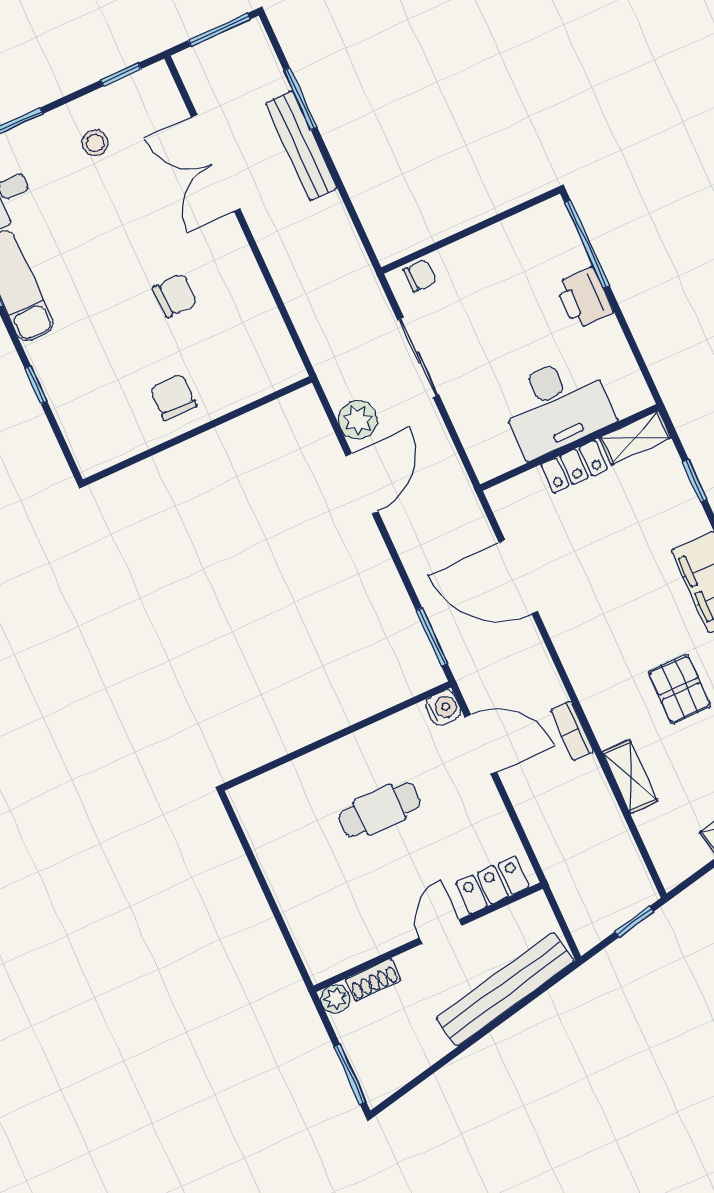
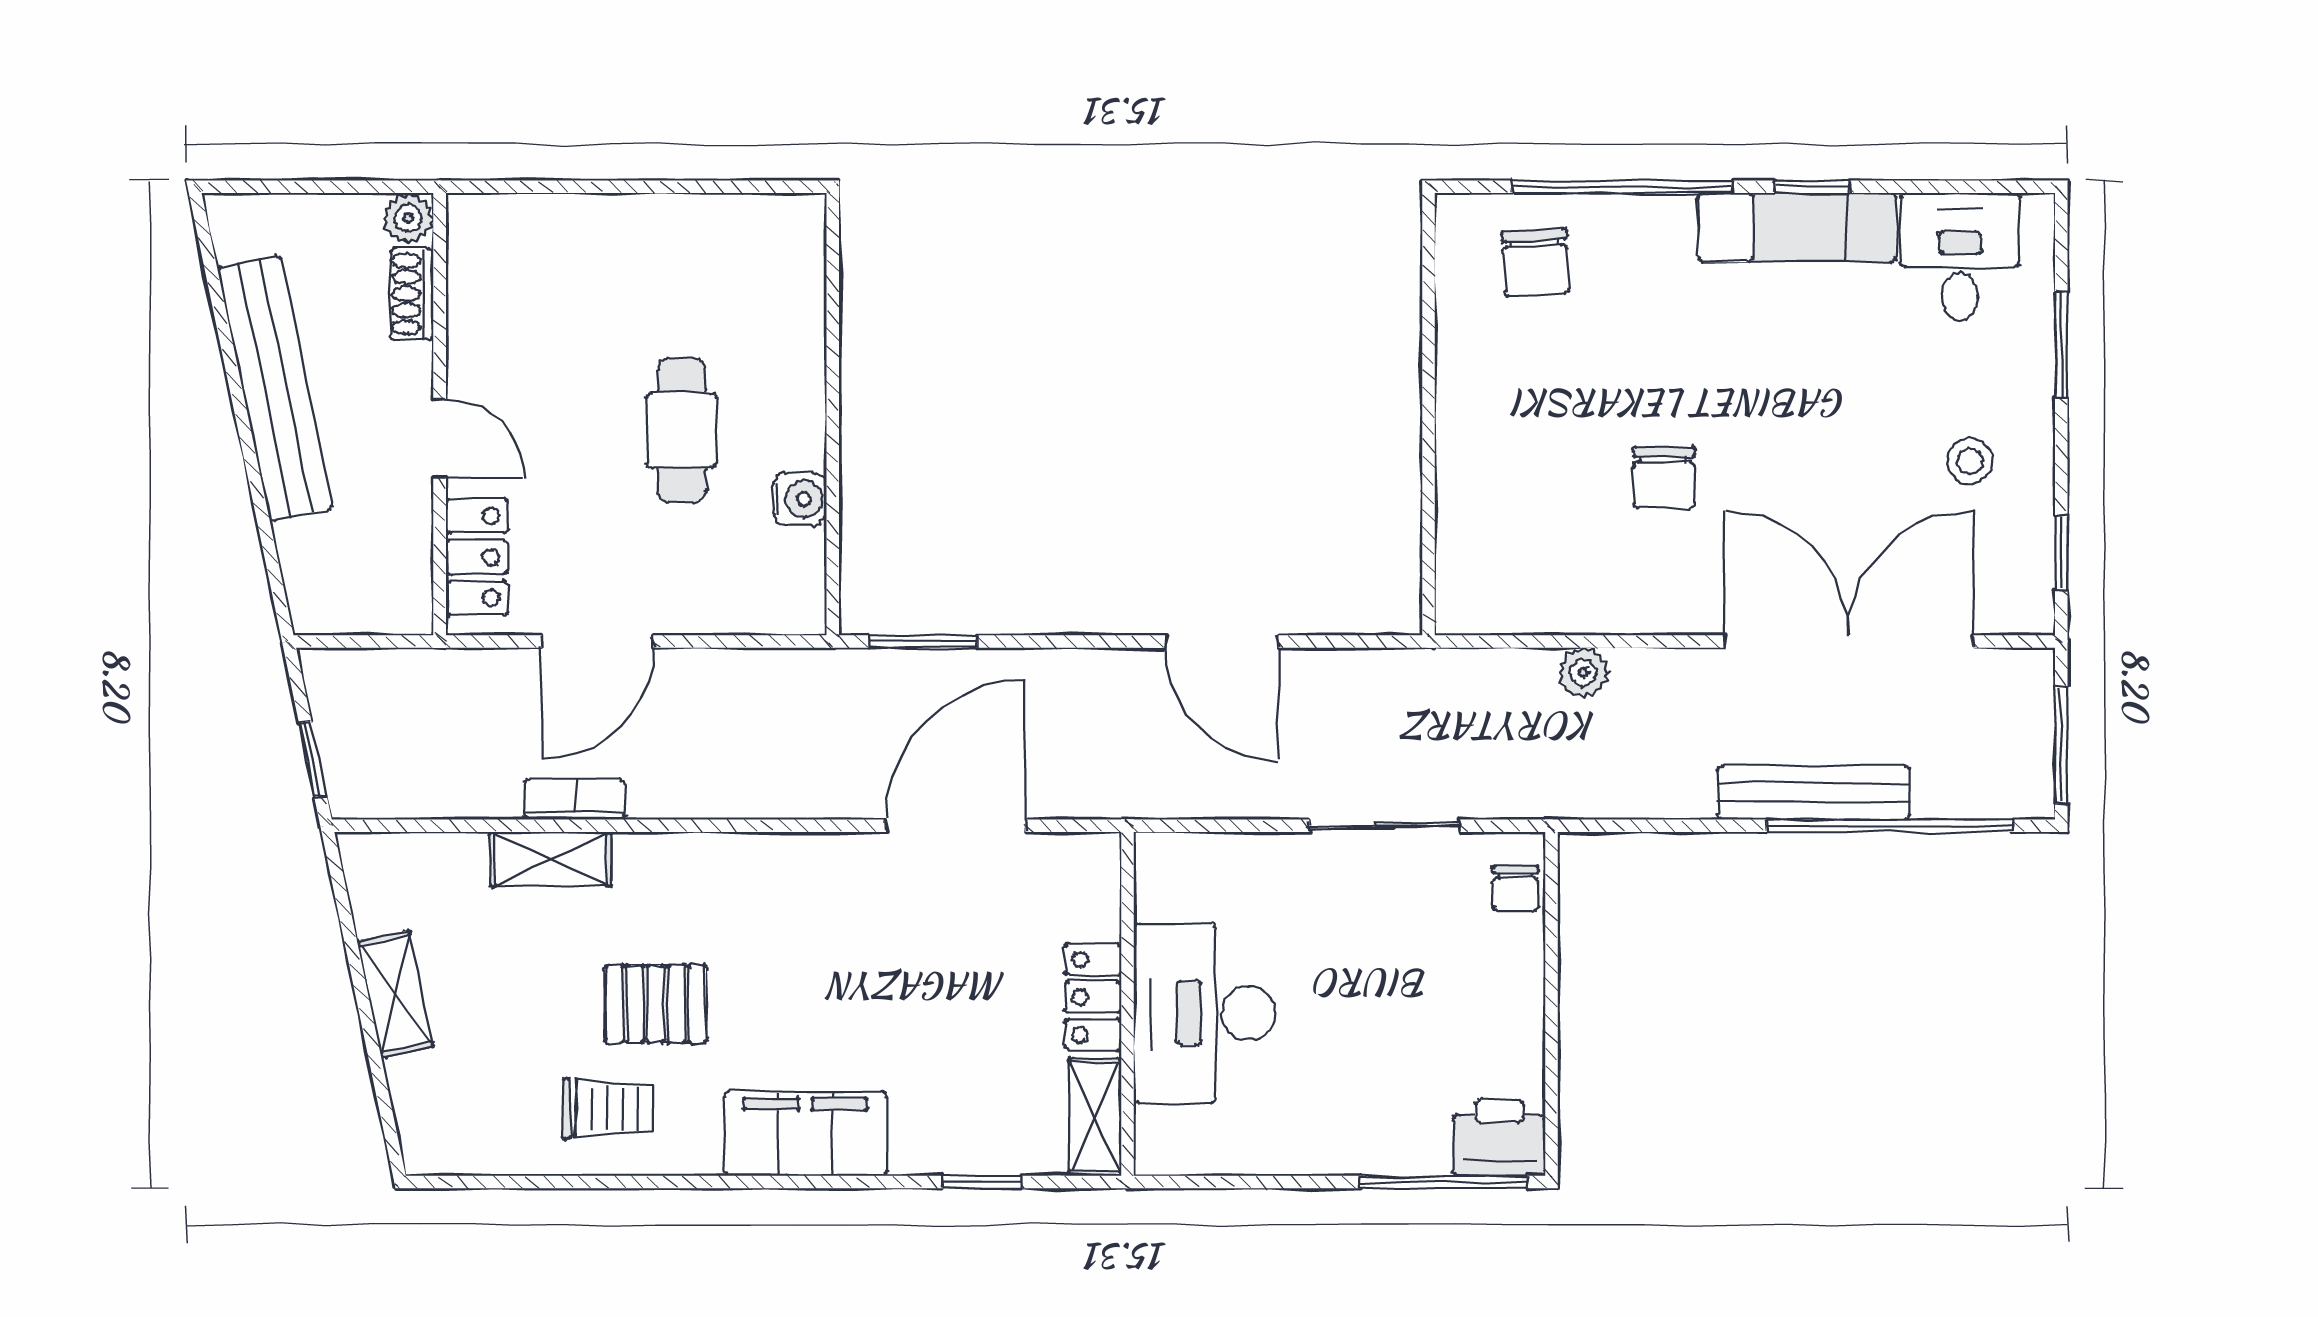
window: (300, 99) -> (1890, 826), width x2.11
double door: (216, 163) -> (1849, 641), width x1.36
printer: (584, 298) -> (1499, 1138), moved
window: (36, 385) -> (1622, 187), width x3.17
chair: (173, 397) -> (1535, 263), moved, turned 87
plant: (358, 420) -> (1584, 672), moved, width x0.73, depth x0.73
water cooler: (443, 708) -> (799, 499), moved, turned -90
bookcase: (572, 731) -> (575, 799), moved
door: (481, 744) -> (597, 641), moved
bench: (505, 989) -> (275, 388), moved
window: (350, 1074) -> (275, 187), removed

